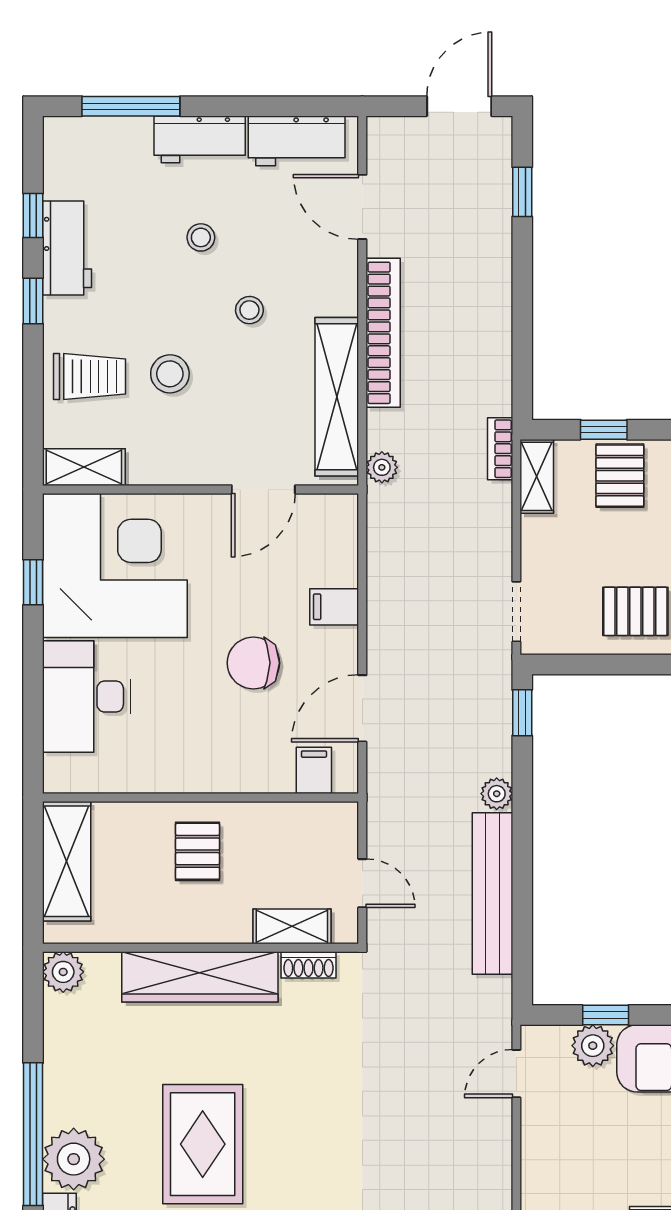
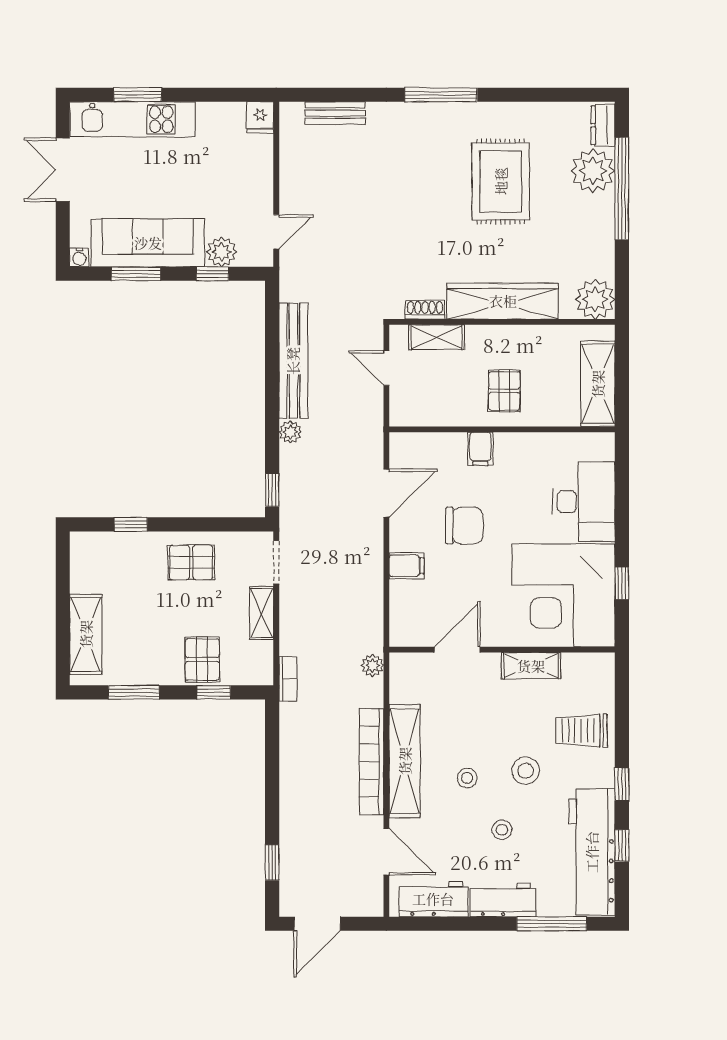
workbench: (67, 248) -> (592, 852), width x1.88, depth x1.32
stool: (170, 374) -> (526, 771), moved
shelving: (337, 397) -> (405, 761), moved
shelving: (84, 467) -> (531, 666), moved
shelving: (537, 476) -> (262, 613), moved
filing cabinet: (314, 770) -> (480, 449), moved
plant: (63, 972) -> (595, 299), width x1.36, depth x1.36

